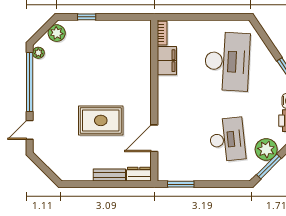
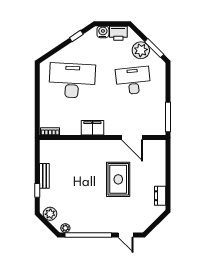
filing cabinet: (167, 61) -> (92, 128), moved
dresser: (139, 174) -> (160, 196), moved
bench: (109, 175) -> (44, 176), moved
window: (181, 184) -> (168, 117), width x1.44

